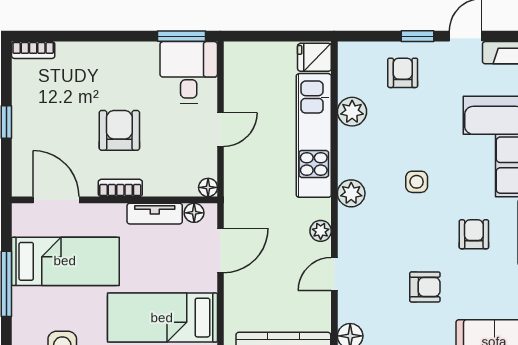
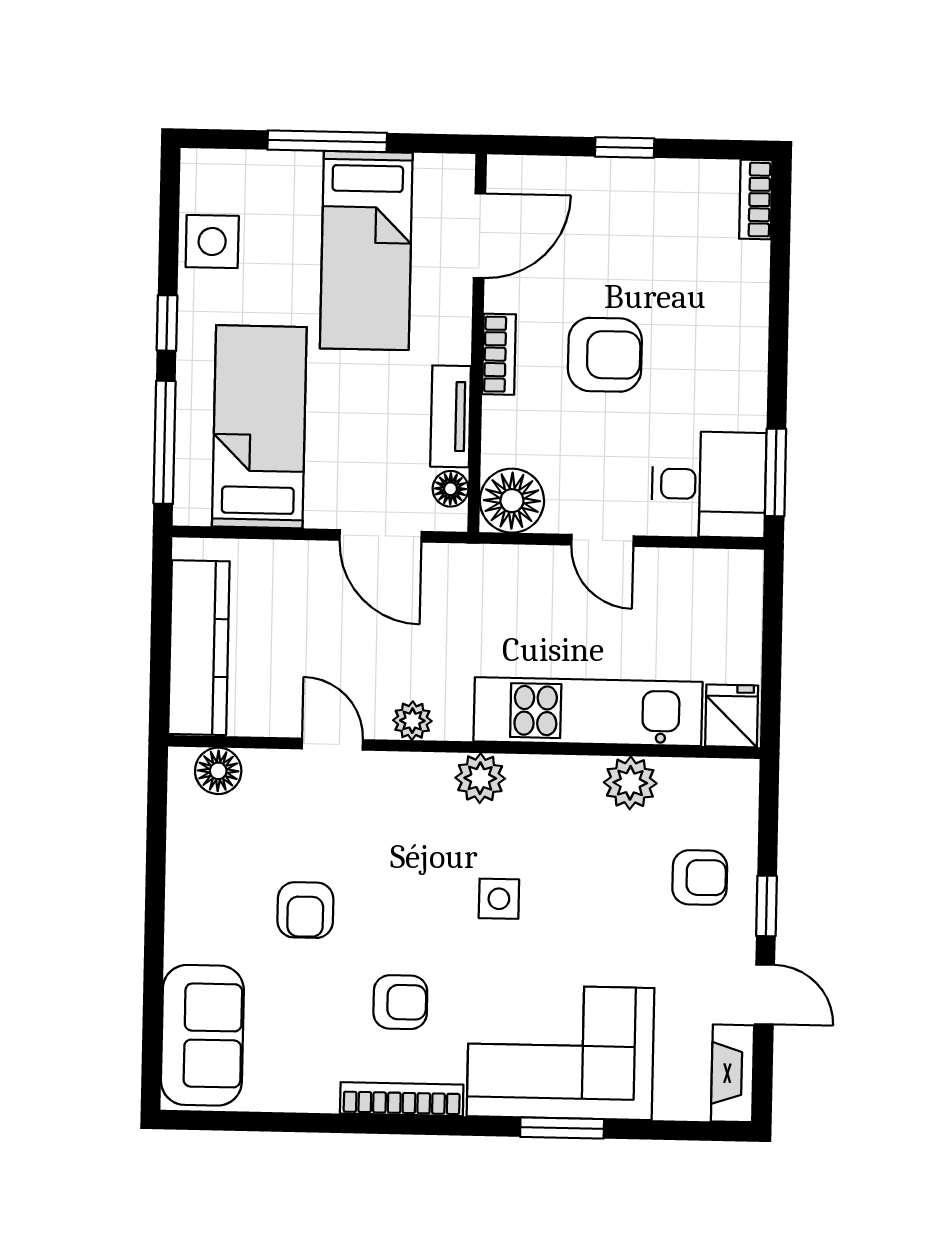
floor lamp: (208, 187) -> (512, 501), width x1.89, depth x1.89

